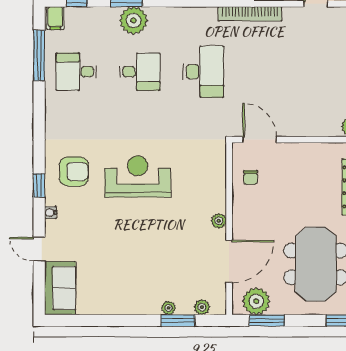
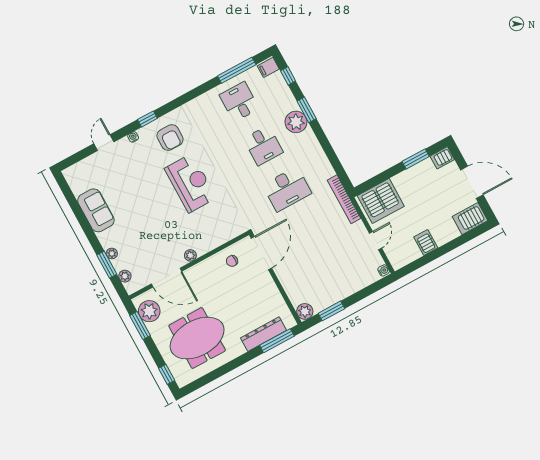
door: (260, 140) -> (261, 253), width x1.36
sofa: (60, 288) -> (96, 210), moved, turned -90

